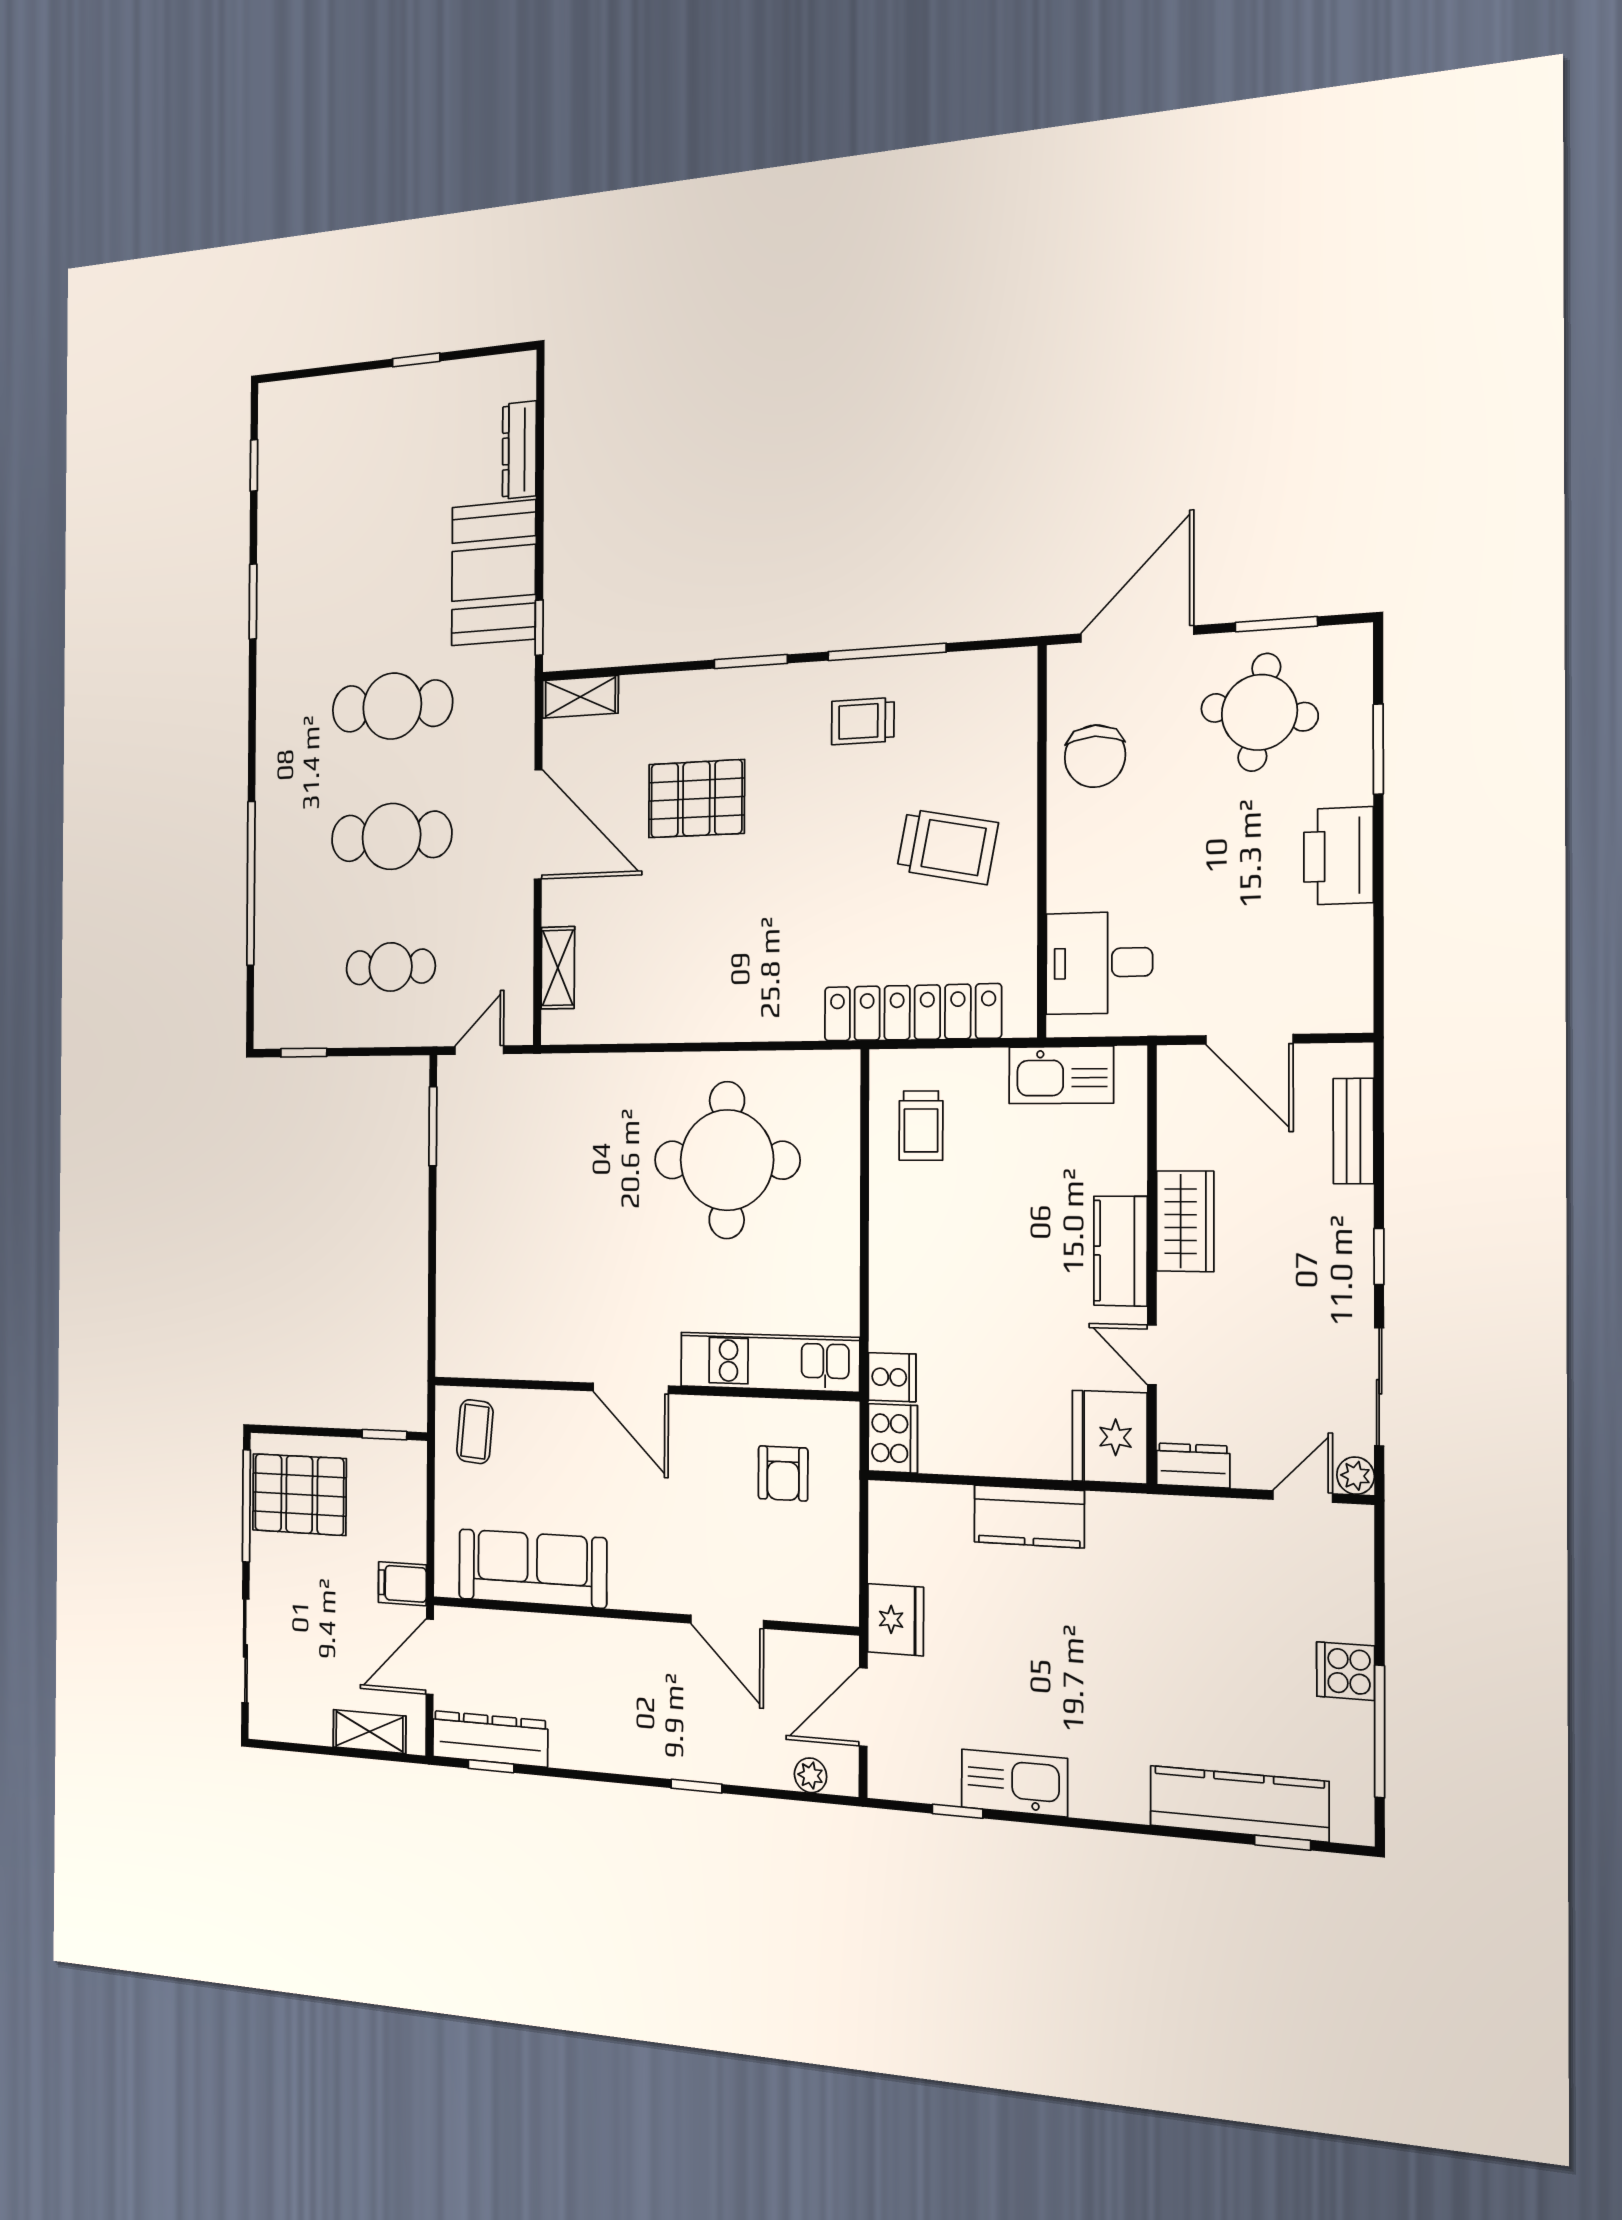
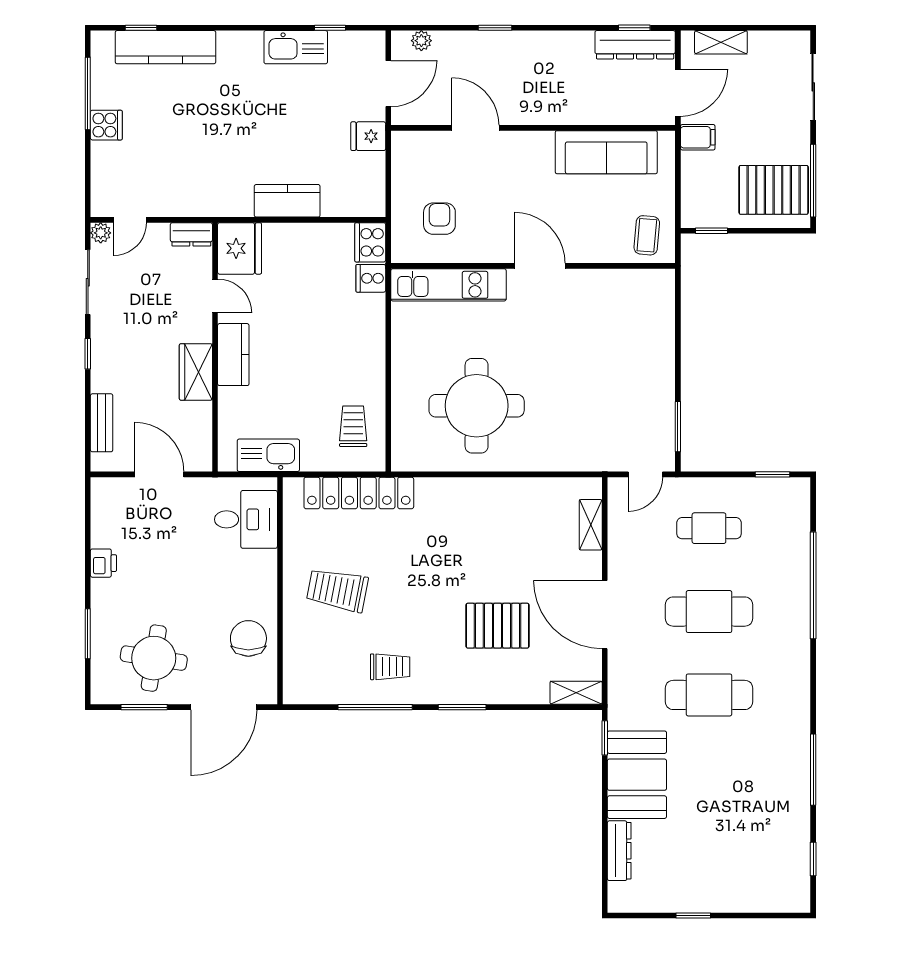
window: (253, 602) -> (813, 770), width x1.44
printer: (1338, 856) -> (103, 563), width x0.53, depth x0.68
fridge: (896, 1620) -> (368, 136), width x0.72

